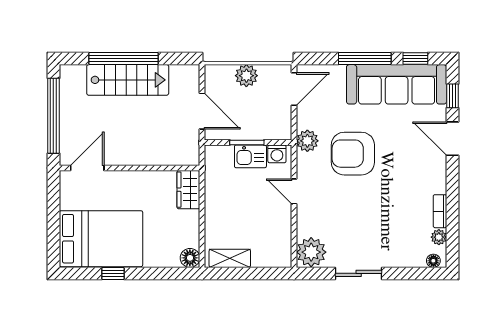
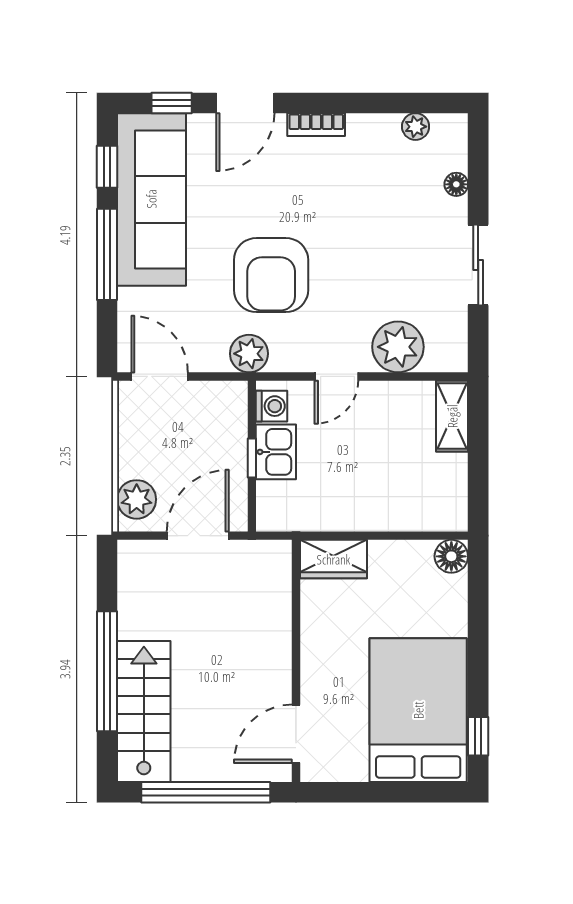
plant: (246, 76) -> (137, 499), moved
stairs: (128, 80) -> (144, 712), moved
window: (247, 142) -> (252, 458), width x0.67
door: (87, 168) -> (296, 734), hinge flipped
bookcase: (440, 211) -> (316, 125), moved
plant: (311, 252) -> (398, 347), moved
shelving: (230, 258) -> (452, 416), moved
floor lamp: (433, 261) -> (456, 184), moved
window: (113, 273) -> (478, 736), moved

